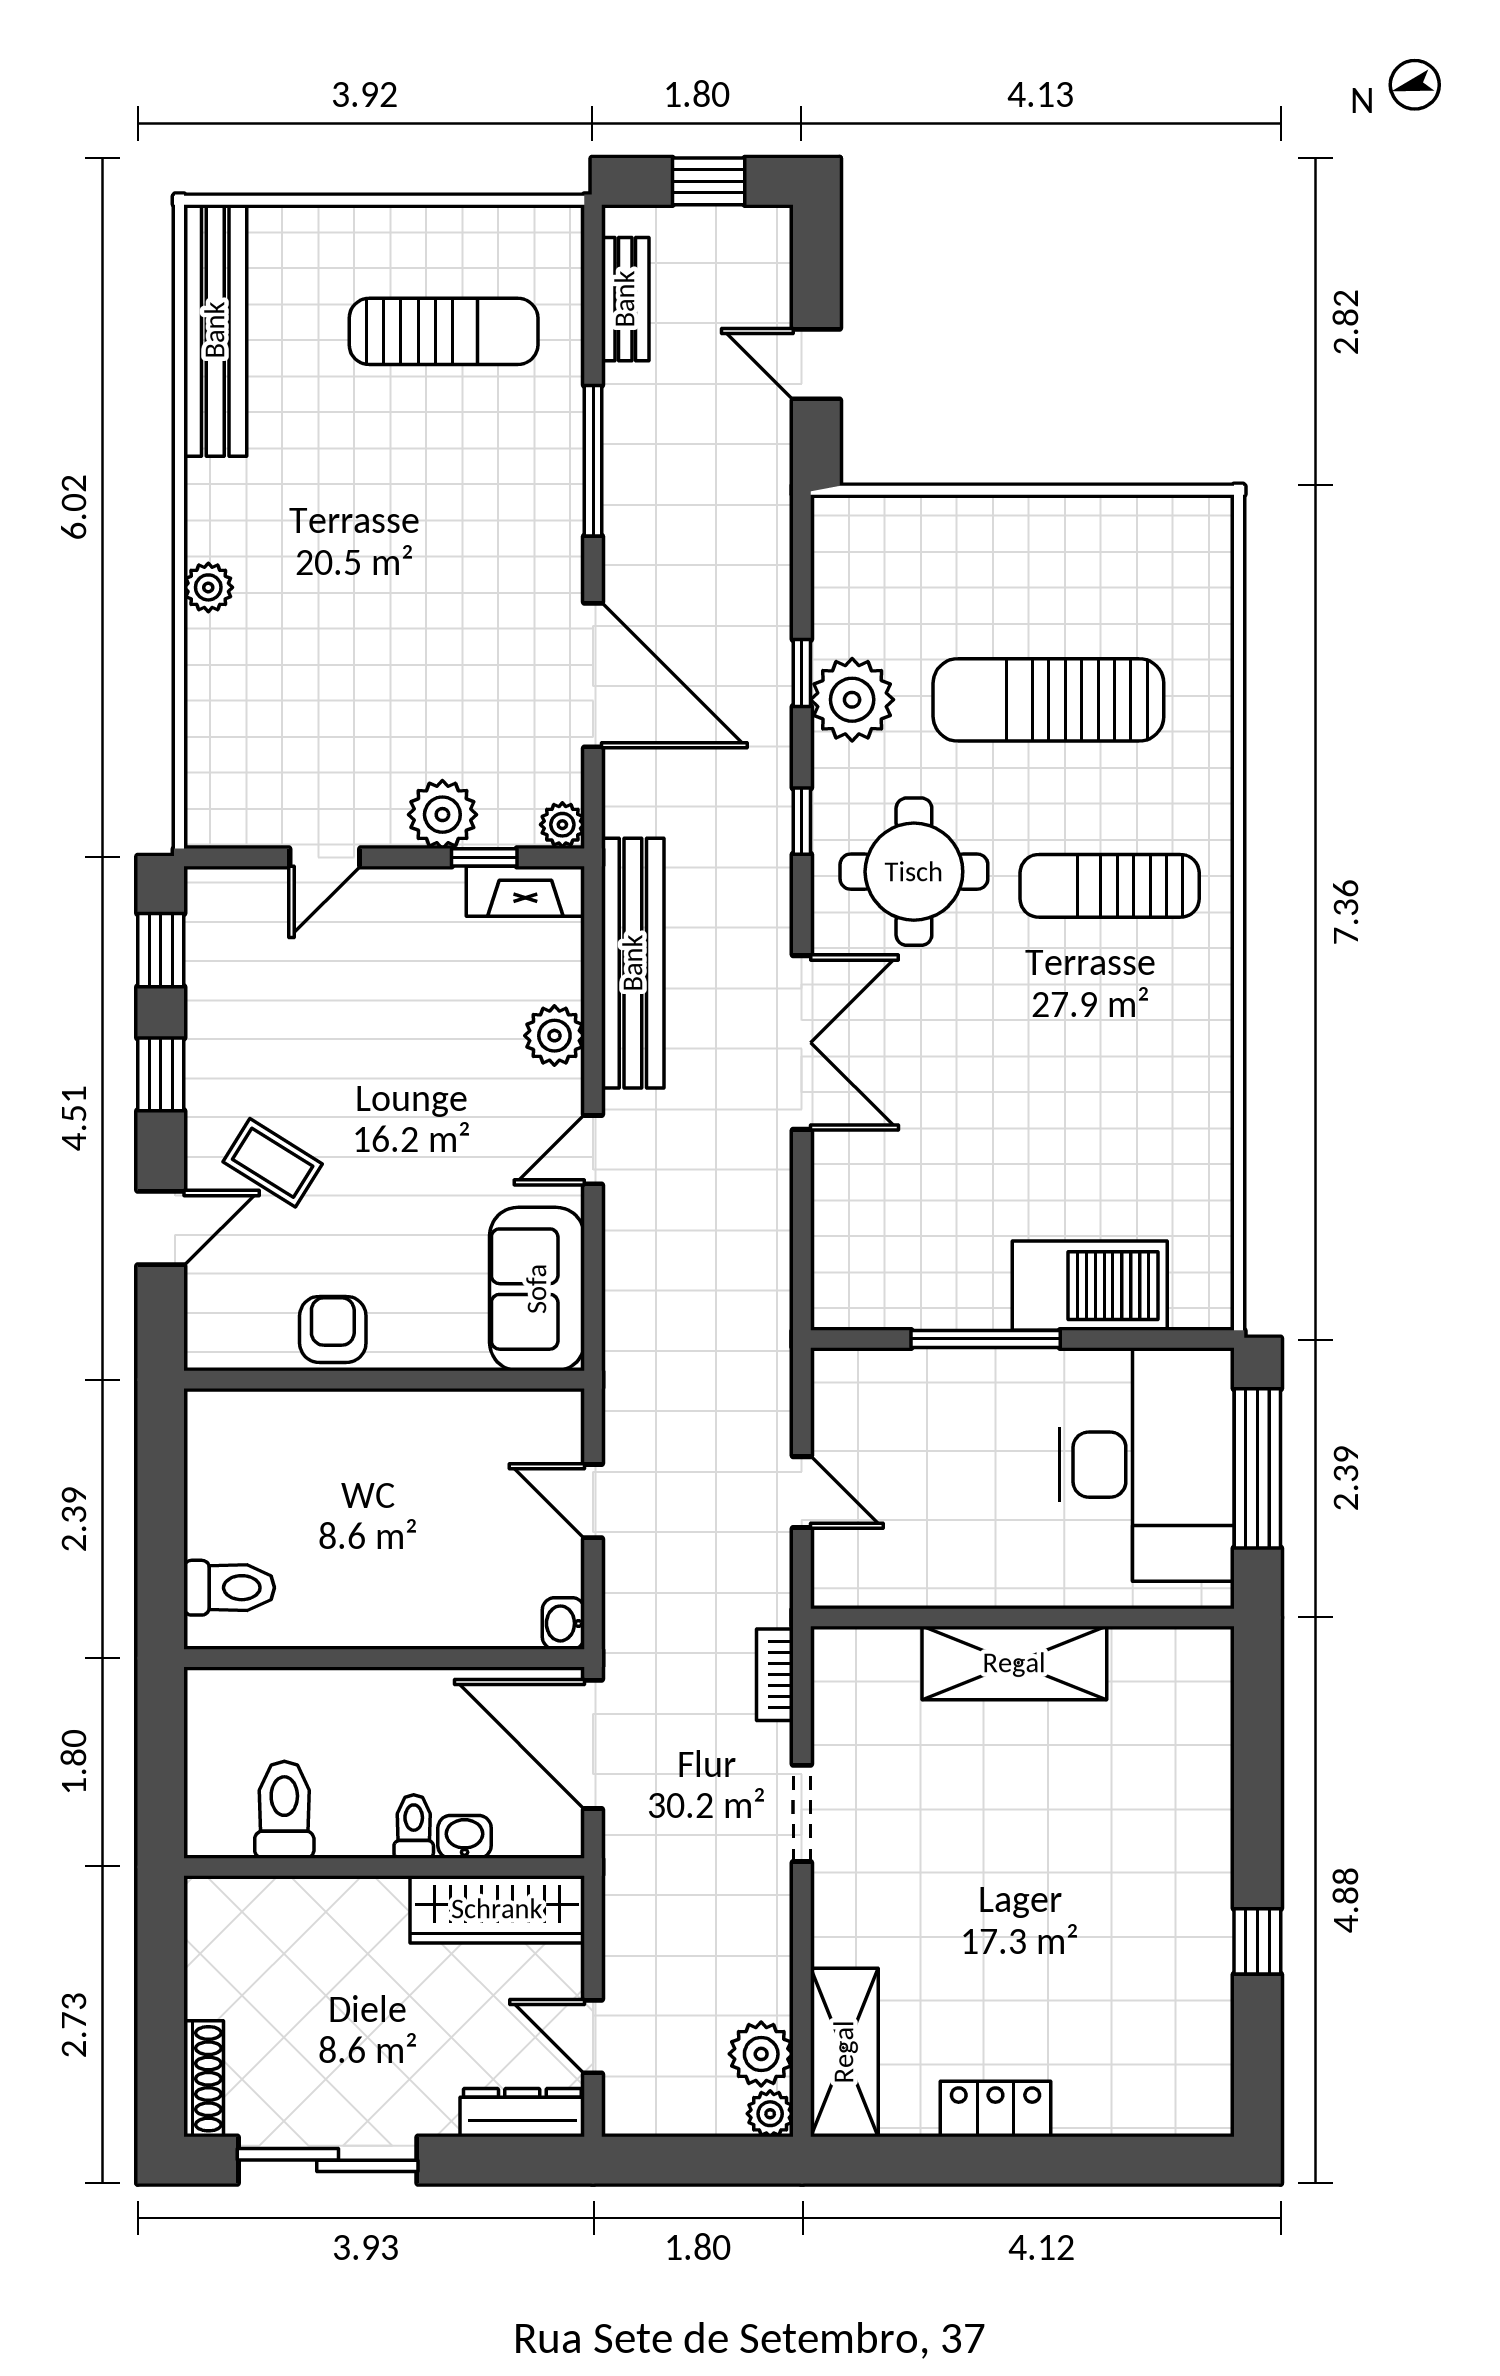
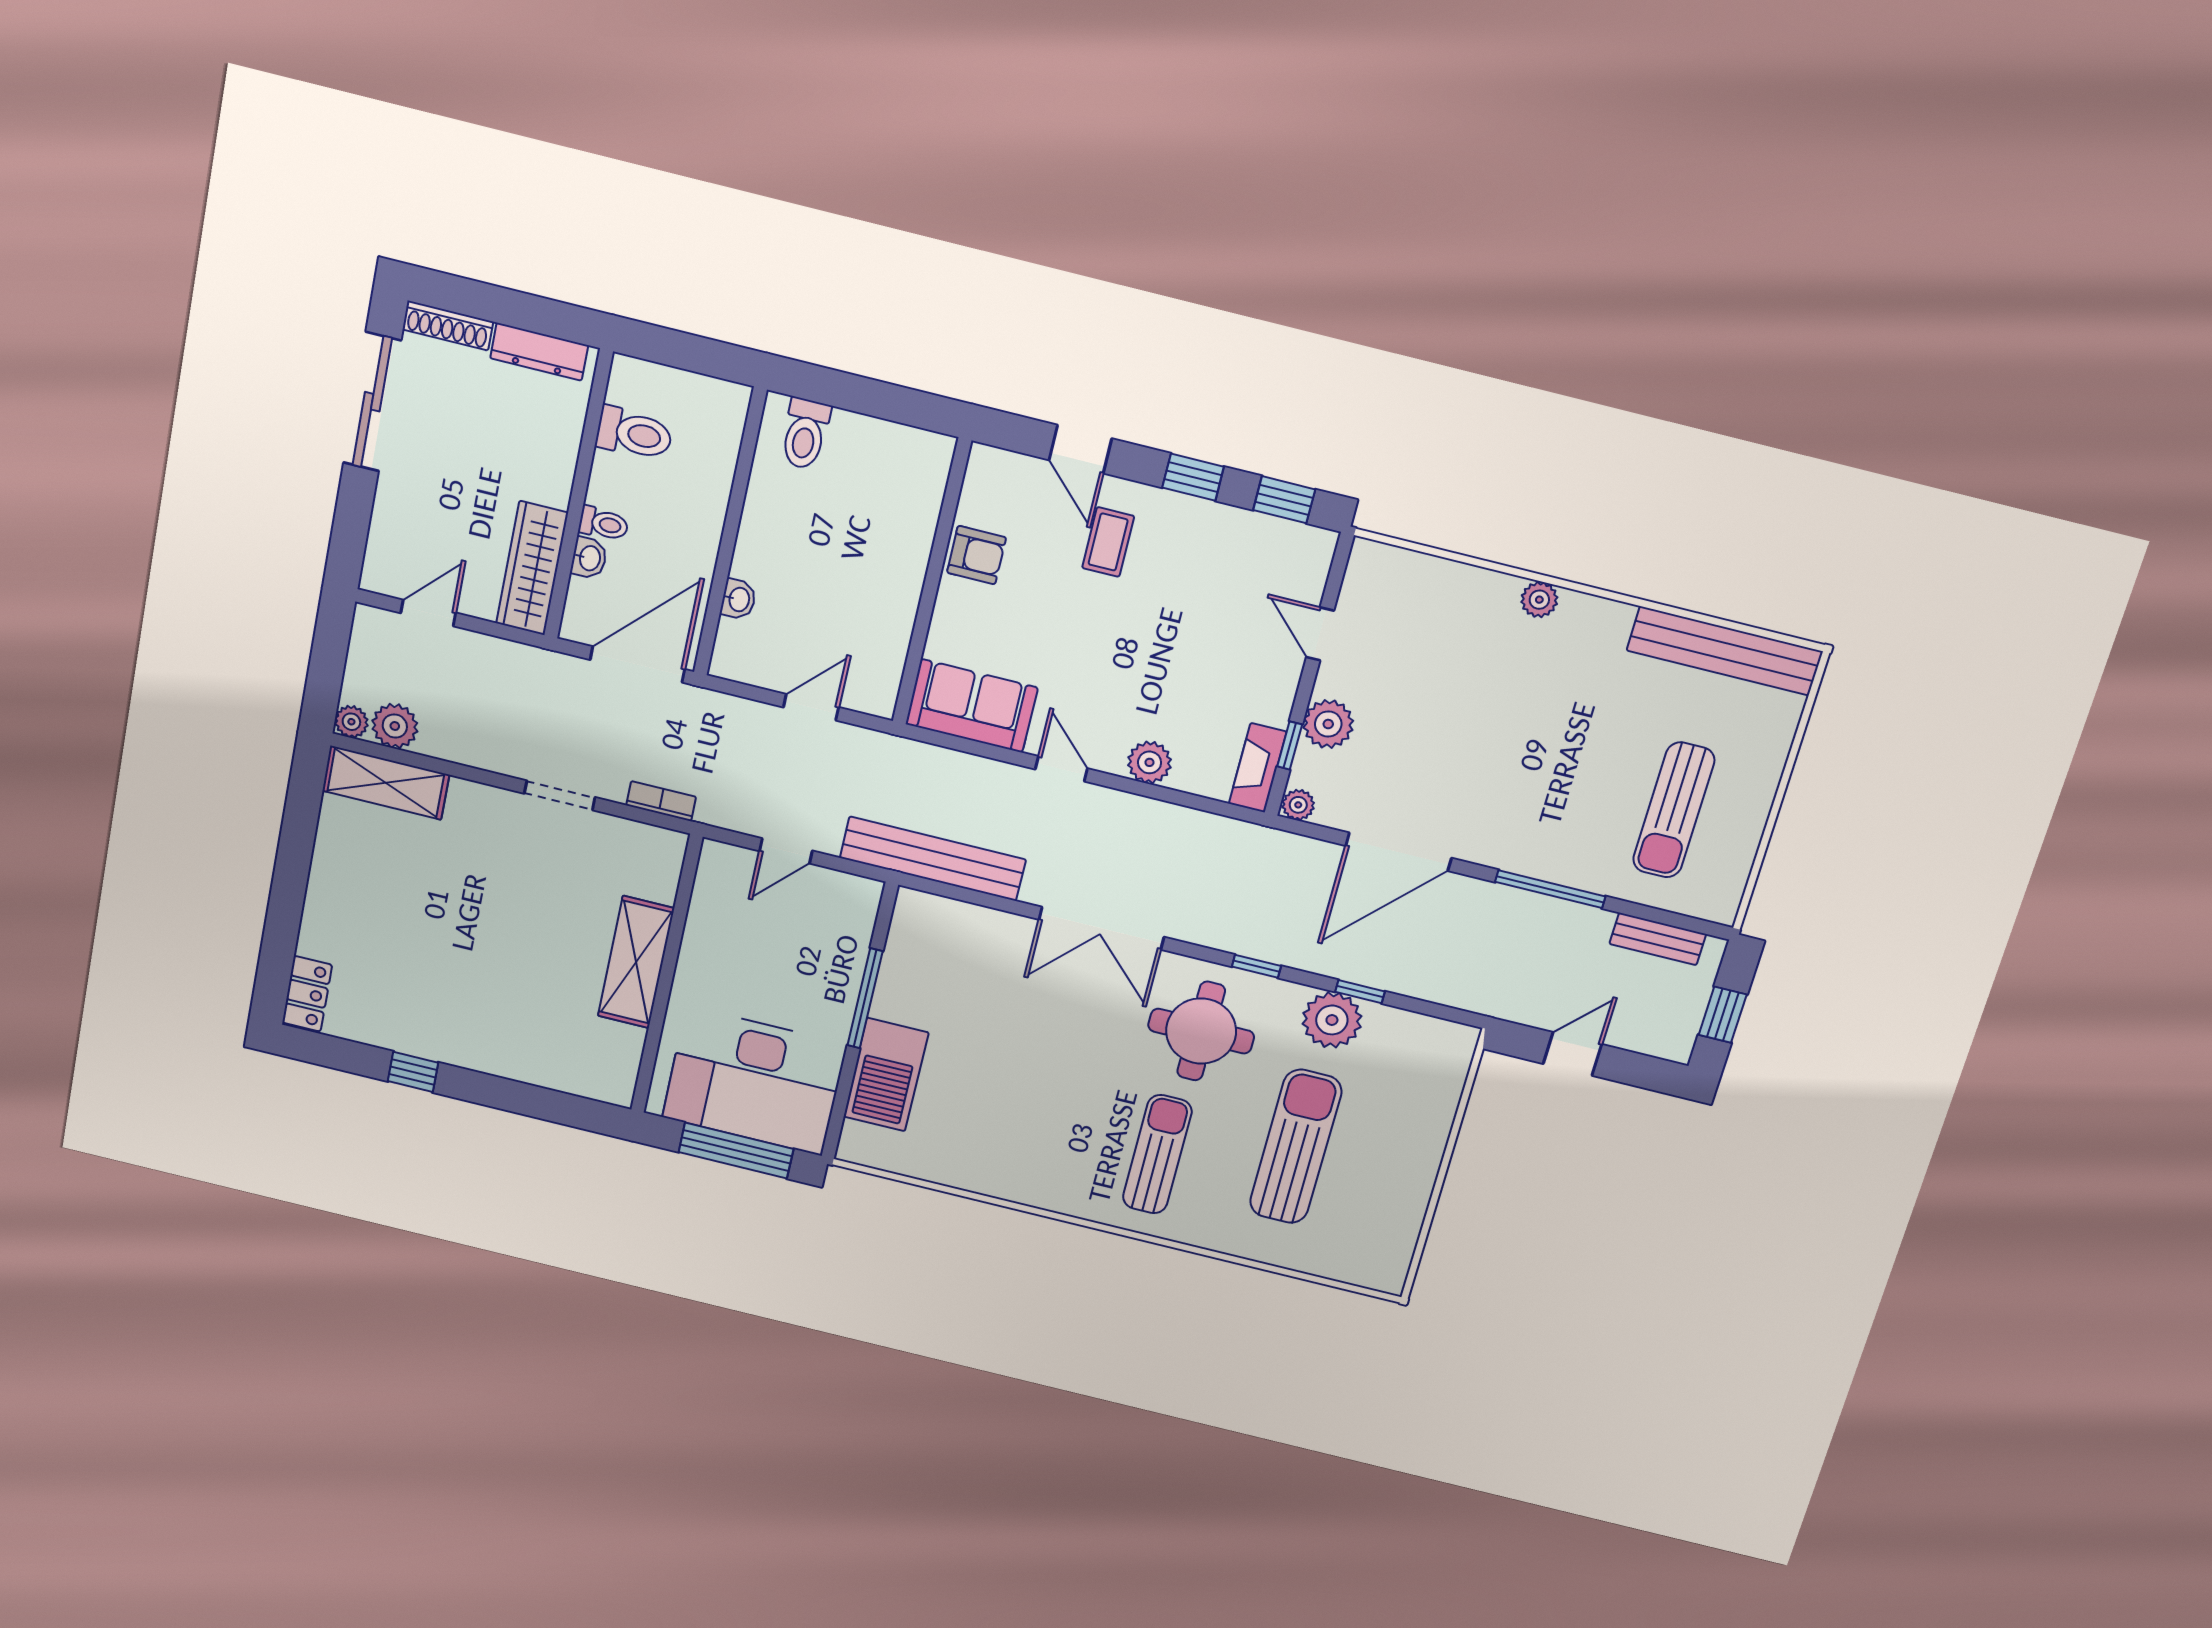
bench: (633, 963) -> (933, 859), moved
coffee table: (273, 1163) -> (1108, 542), turned -32
washbasin: (563, 1623) -> (738, 599), moved, turned 90
locker: (995, 2109) -> (307, 994), moved
dresser: (522, 2113) -> (539, 352), moved, turned 90

